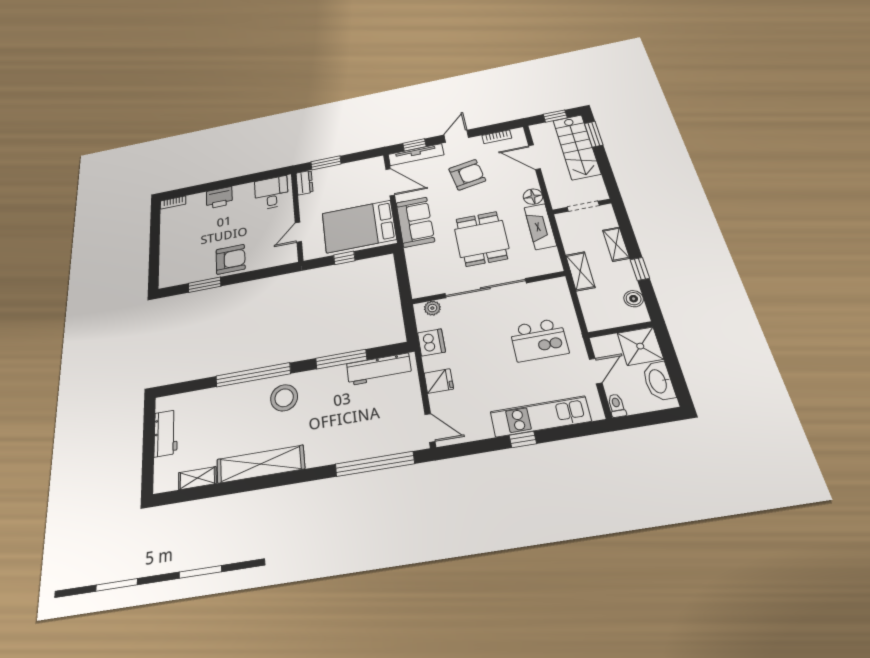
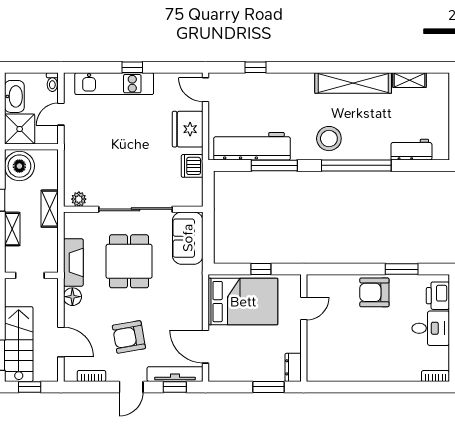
desk: (271, 193) -> (431, 328), moved, turned -90
printer: (219, 198) -> (438, 296), moved, turned -90
sofa: (415, 222) -> (188, 238), moved
boiler: (634, 299) -> (19, 166), width x1.86, depth x1.86
plant: (432, 308) -> (79, 199), moved
kitchen island: (539, 340) -> (100, 151), removed
workbench: (379, 369) -> (252, 146), width x1.36, depth x1.32
fridge: (439, 381) -> (188, 129), width x1.88, depth x1.34
workbench: (166, 433) -> (411, 150), moved, turned 90
window: (375, 464) -> (256, 67), width x0.32

